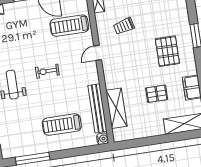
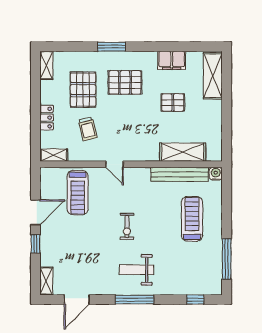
pallet: (156, 17) -> (83, 90), added
pallet: (157, 94) -> (173, 103), turned 90
treadmill: (62, 125) -> (192, 219), turned 180

